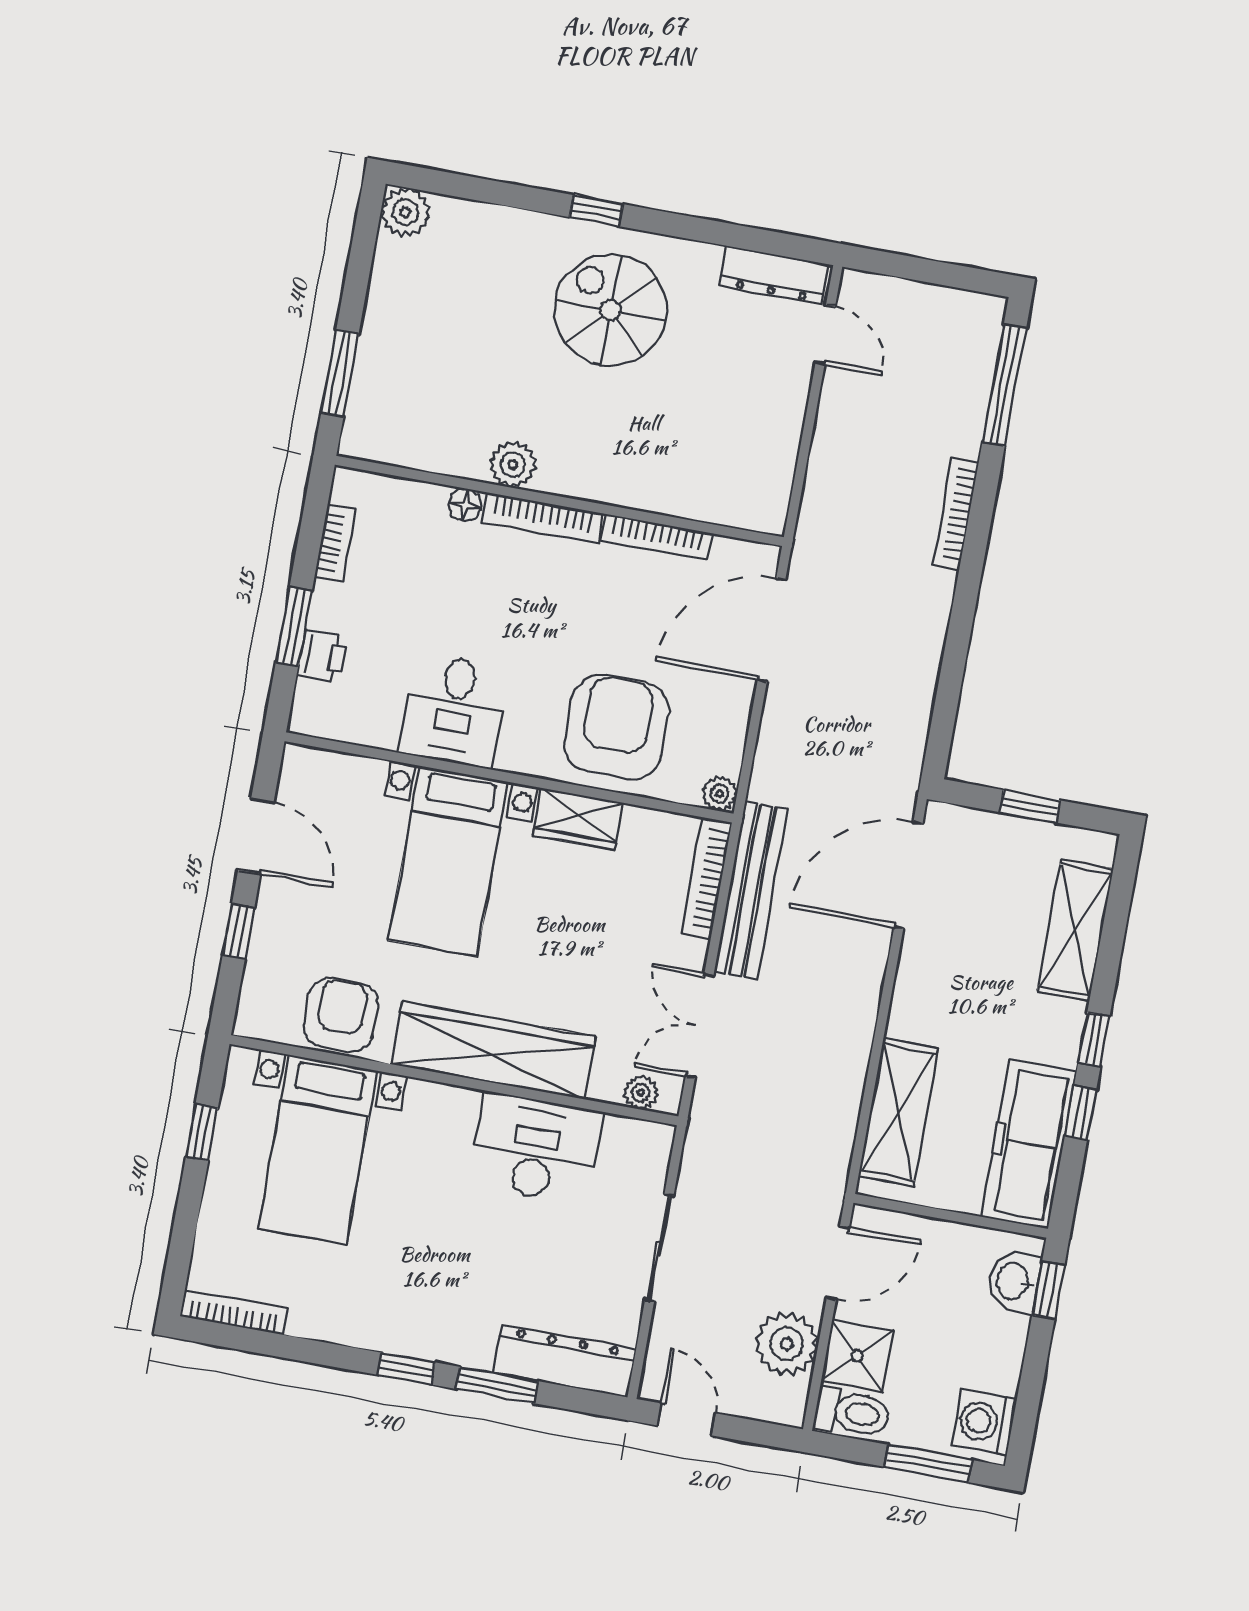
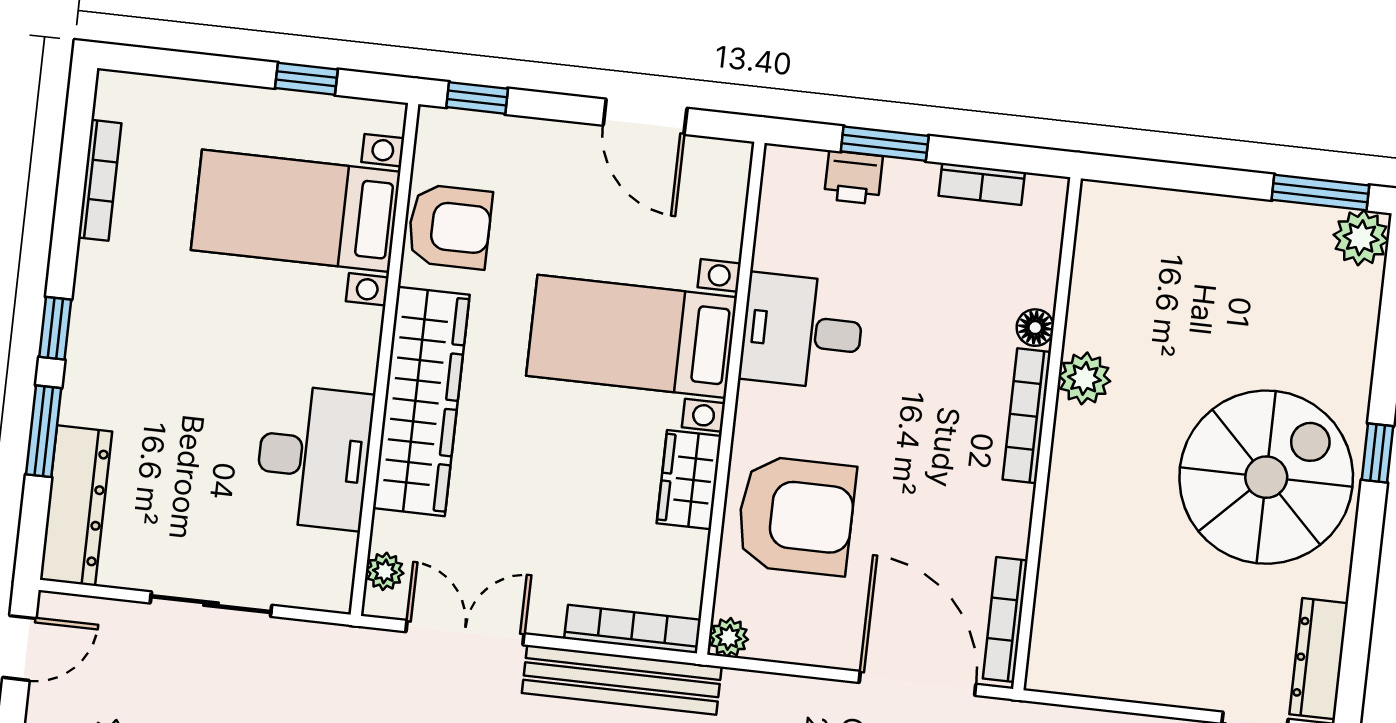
spiral stairs: (611, 310) -> (1266, 477), width x1.37, depth x1.37
window: (340, 373) -> (1320, 193), moved
bookcase: (657, 537) -> (1005, 620), moved
door: (256, 836) -> (645, 117), hinge flipped
window: (238, 931) -> (477, 98), moved
bookcase: (234, 1312) -> (100, 180), moved

